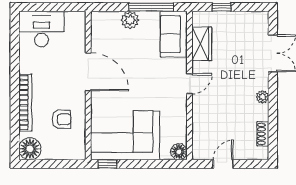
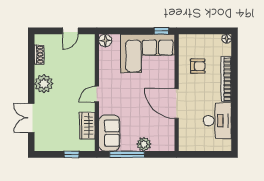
desk: (41, 29) -> (217, 121), moved, turned -90
plant: (262, 97) -> (44, 84), width x1.87, depth x1.87
armchair: (61, 119) -> (198, 66), turned 180
floor lamp: (30, 149) -> (227, 39), width x0.53, depth x0.53

